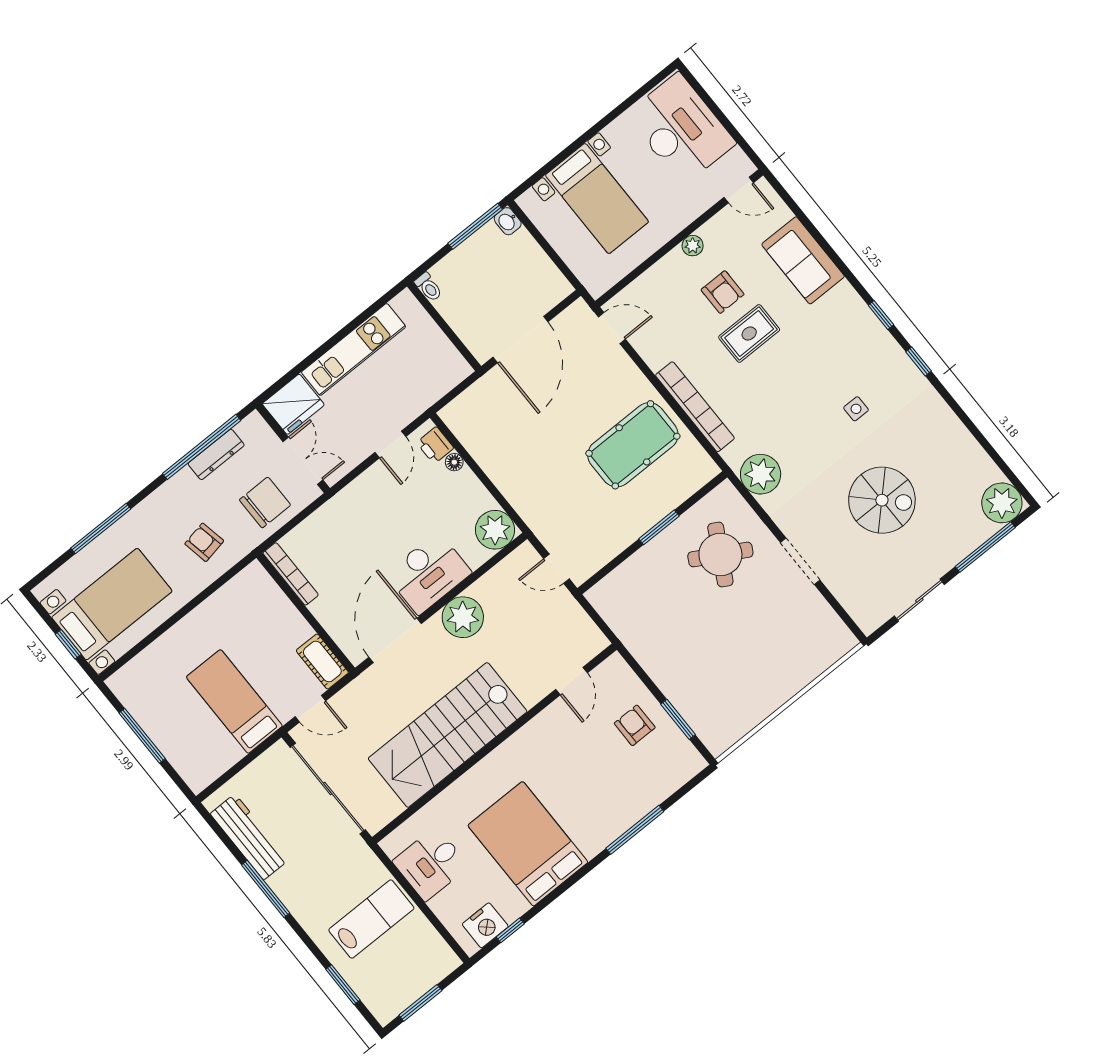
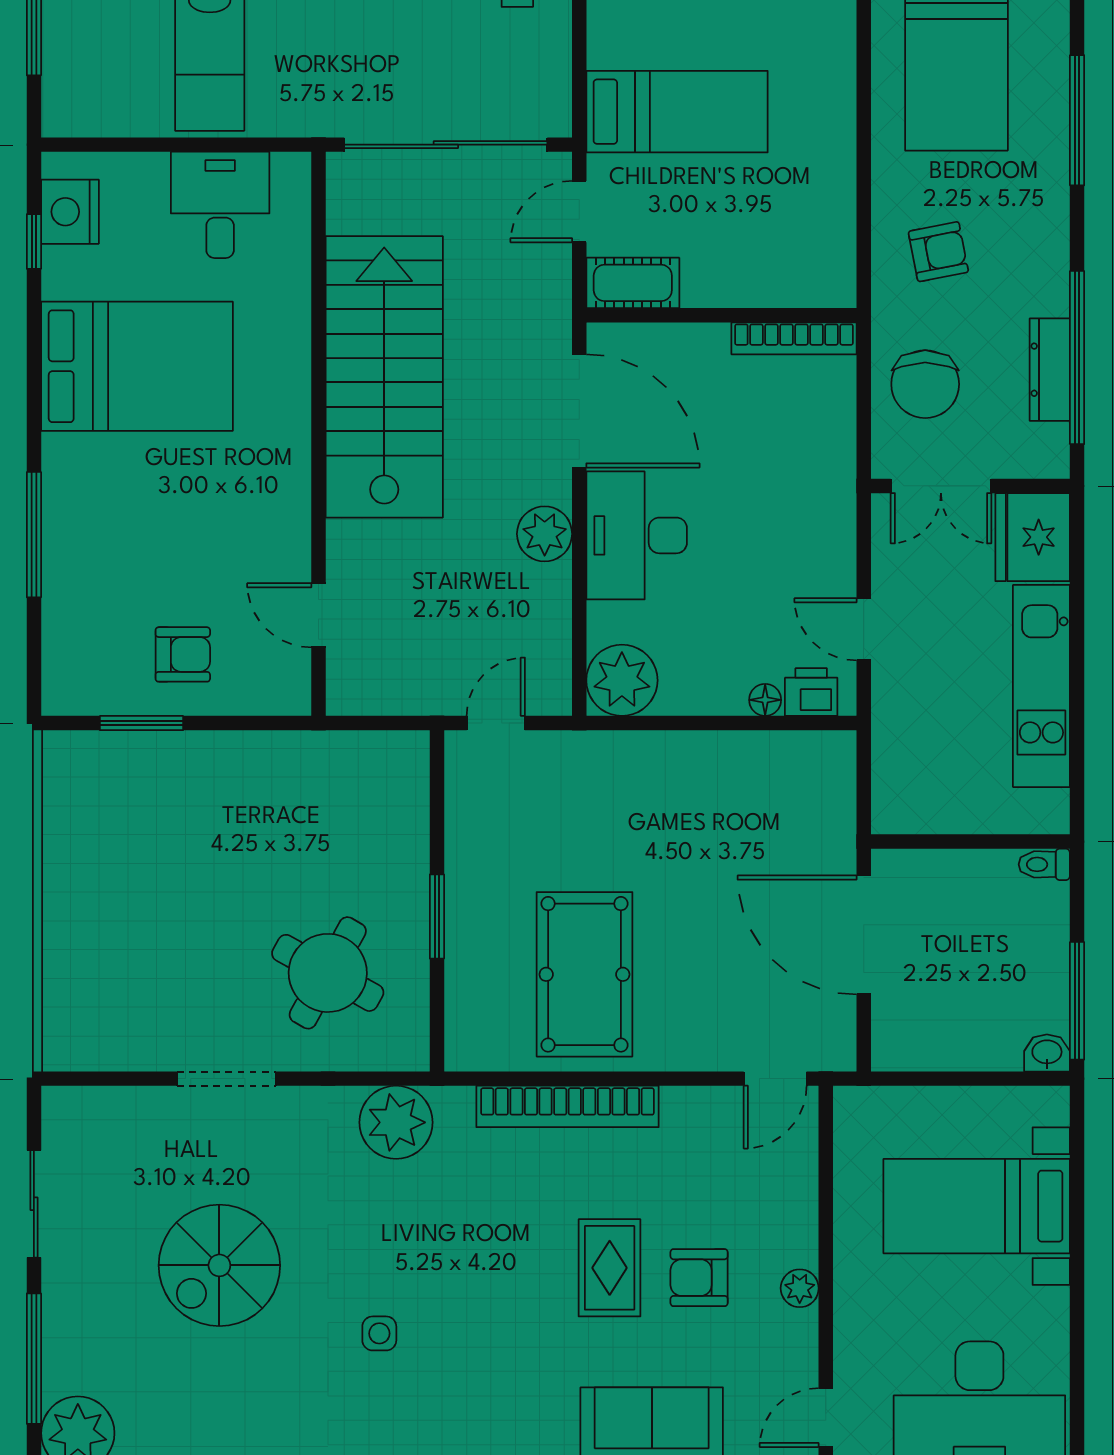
plant: (463, 617) -> (545, 534), width x0.73, depth x0.73

